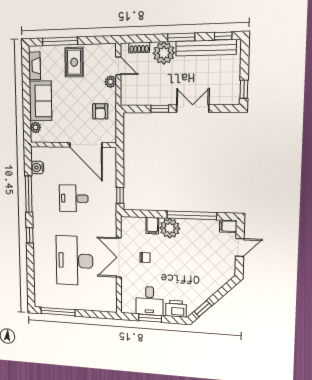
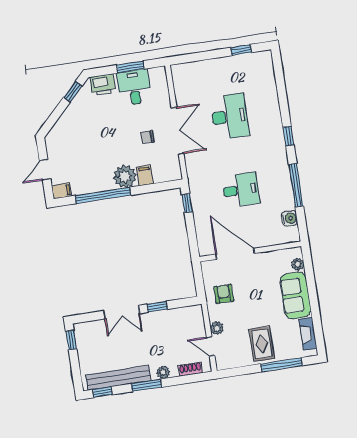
plant: (164, 53) -> (163, 372), width x0.53, depth x0.53
desk: (74, 261) -> (230, 116), width x0.73, depth x0.77
window: (58, 312) -> (241, 50), width x0.46

